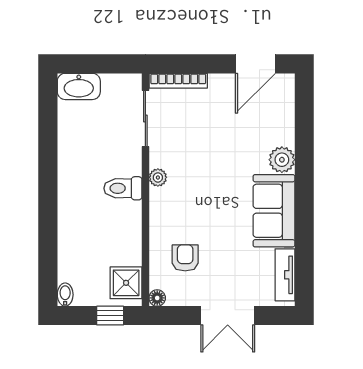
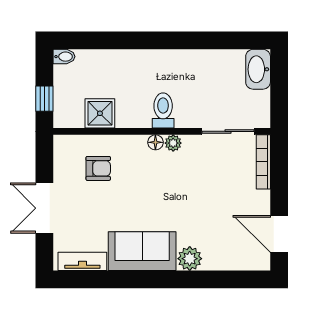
shower: (126, 283) -> (100, 113), moved
floor lamp: (157, 298) -> (155, 142), moved

